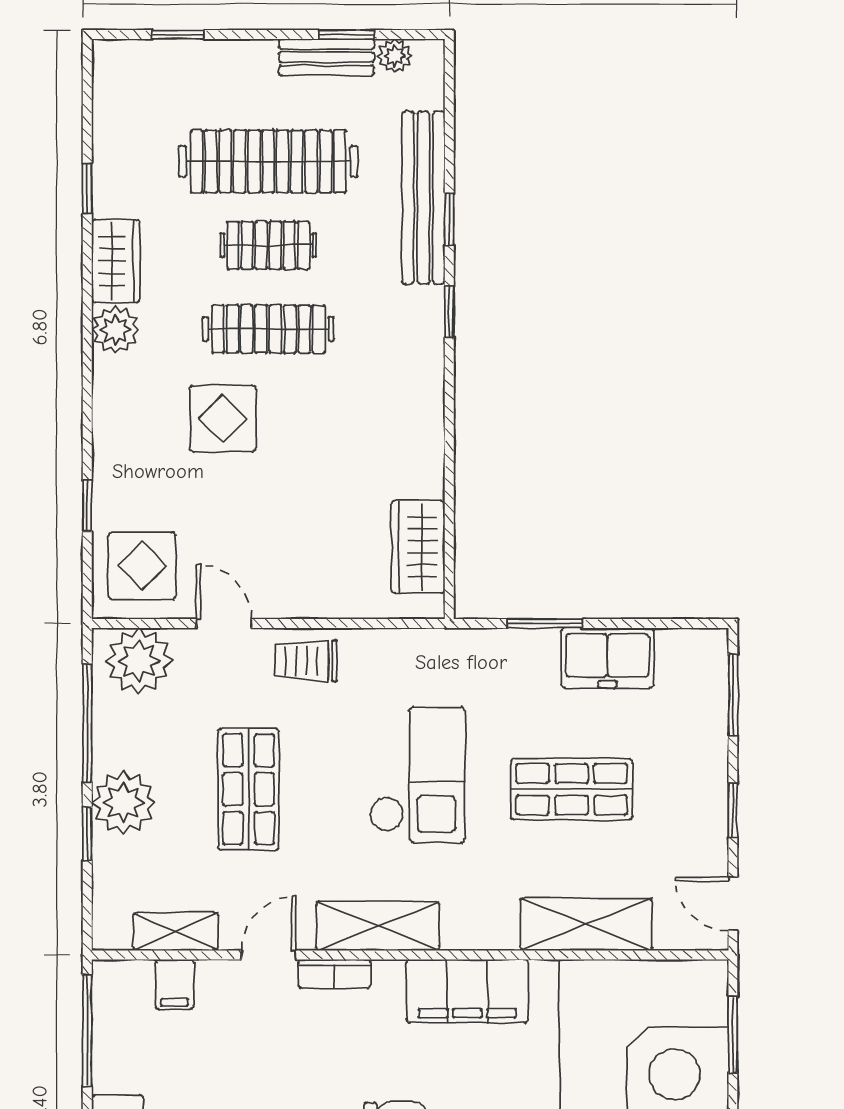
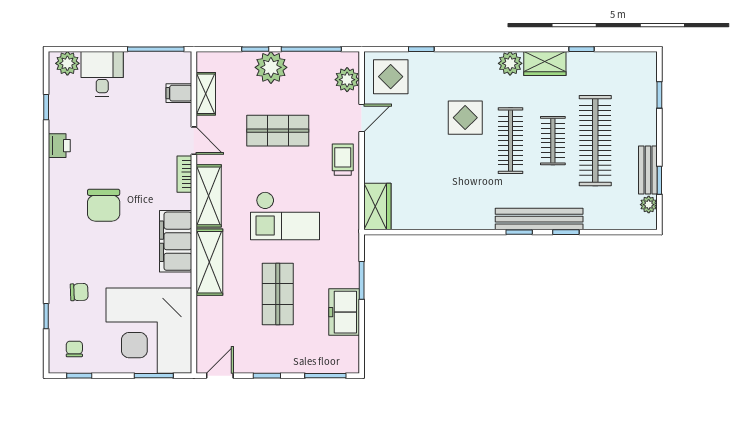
bench: (423, 198) -> (539, 219), moved
wardrobe: (418, 547) -> (377, 207), moved, turned 90
plant: (139, 661) -> (347, 80), width x0.73, depth x0.73
shelving: (586, 924) -> (209, 262), moved

